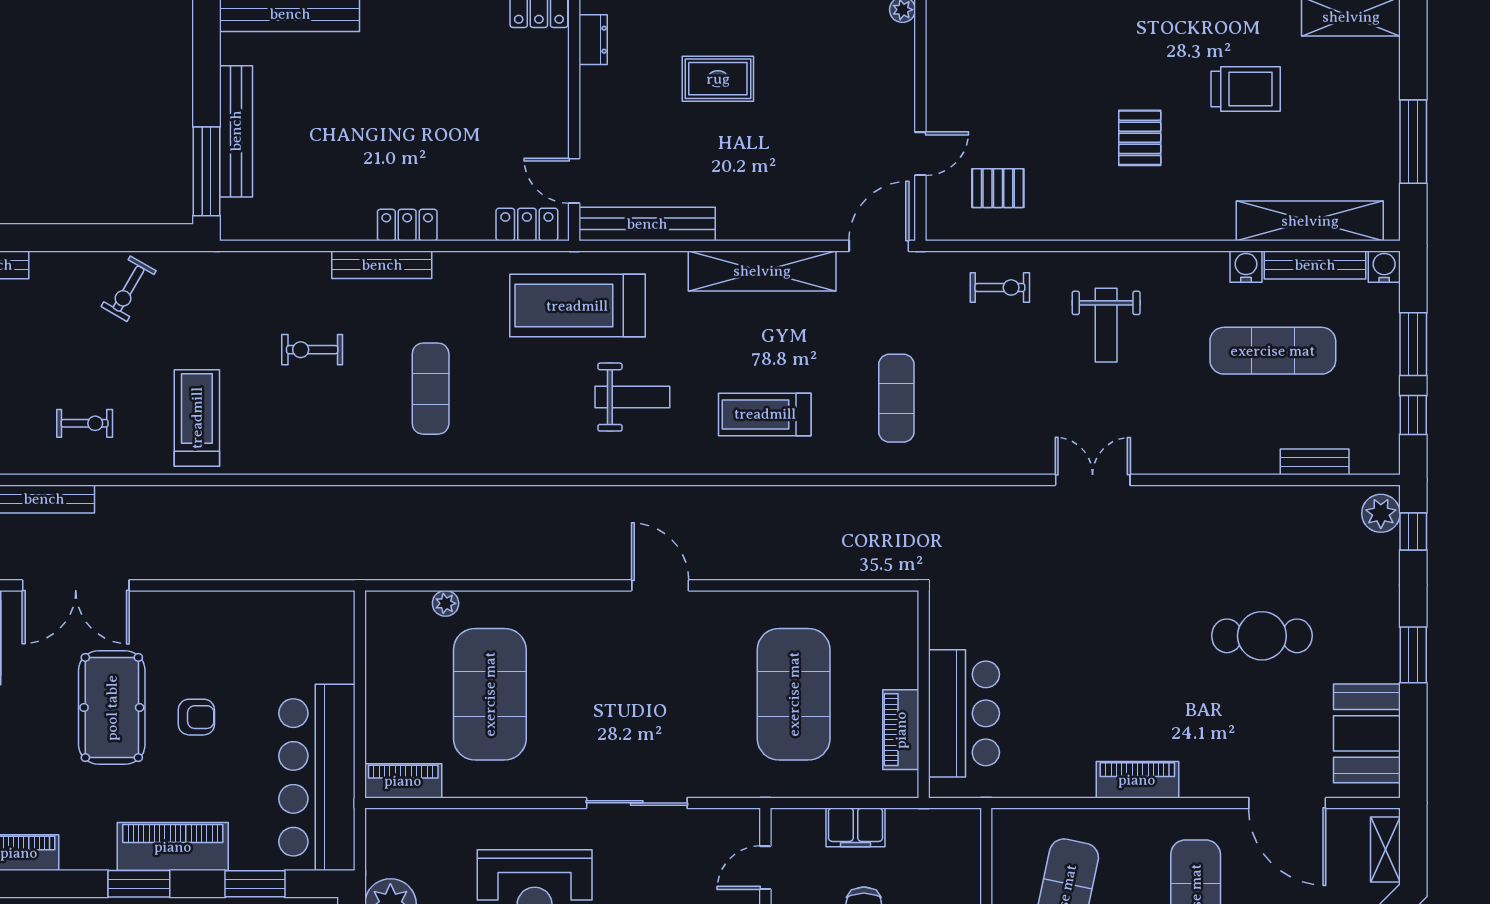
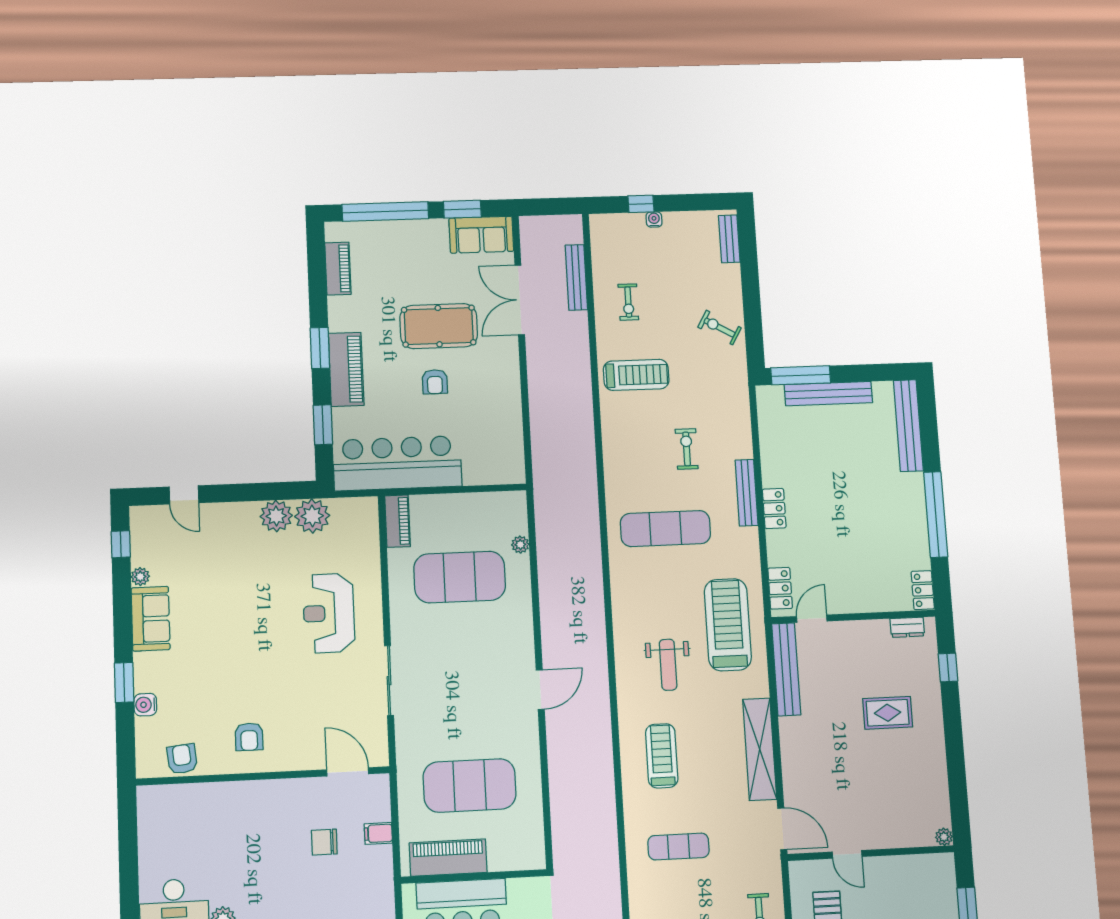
rug: (718, 79) -> (888, 713), turned 90
exercise mat: (431, 389) -> (665, 529), width x1.36, depth x1.45
piano: (901, 730) -> (448, 858), width x1.37, depth x1.33
filing cabinet: (855, 827) -> (378, 833), width x0.50
door: (765, 868) -> (348, 772), width x1.38

